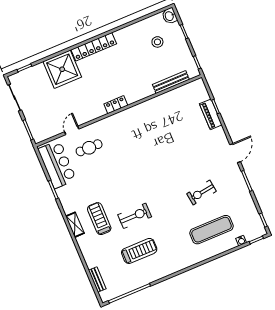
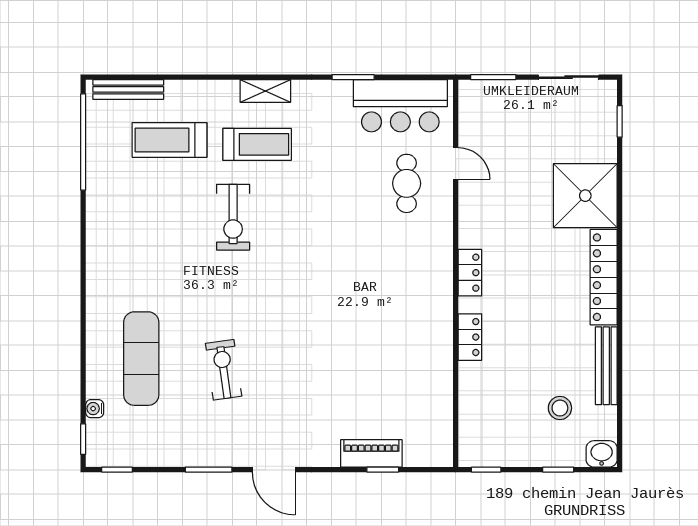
bench: (171, 82) -> (606, 366), moved
locker: (143, 93) -> (470, 337), added
treadmill: (139, 251) -> (170, 140), moved, turned 90
bench: (97, 279) -> (128, 89), width x1.36

